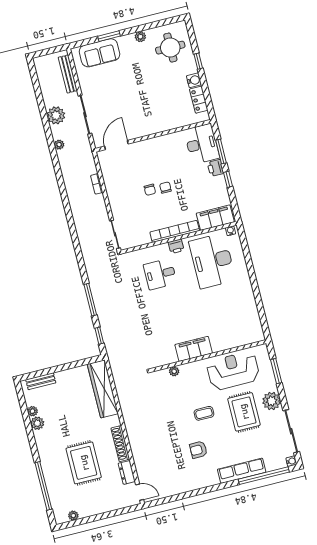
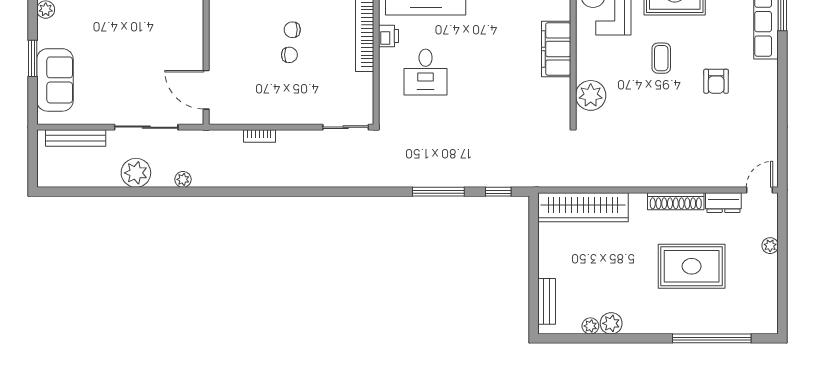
plant: (174, 371) -> (591, 95), width x1.88, depth x1.88
plant: (73, 516) -> (770, 246), moved

